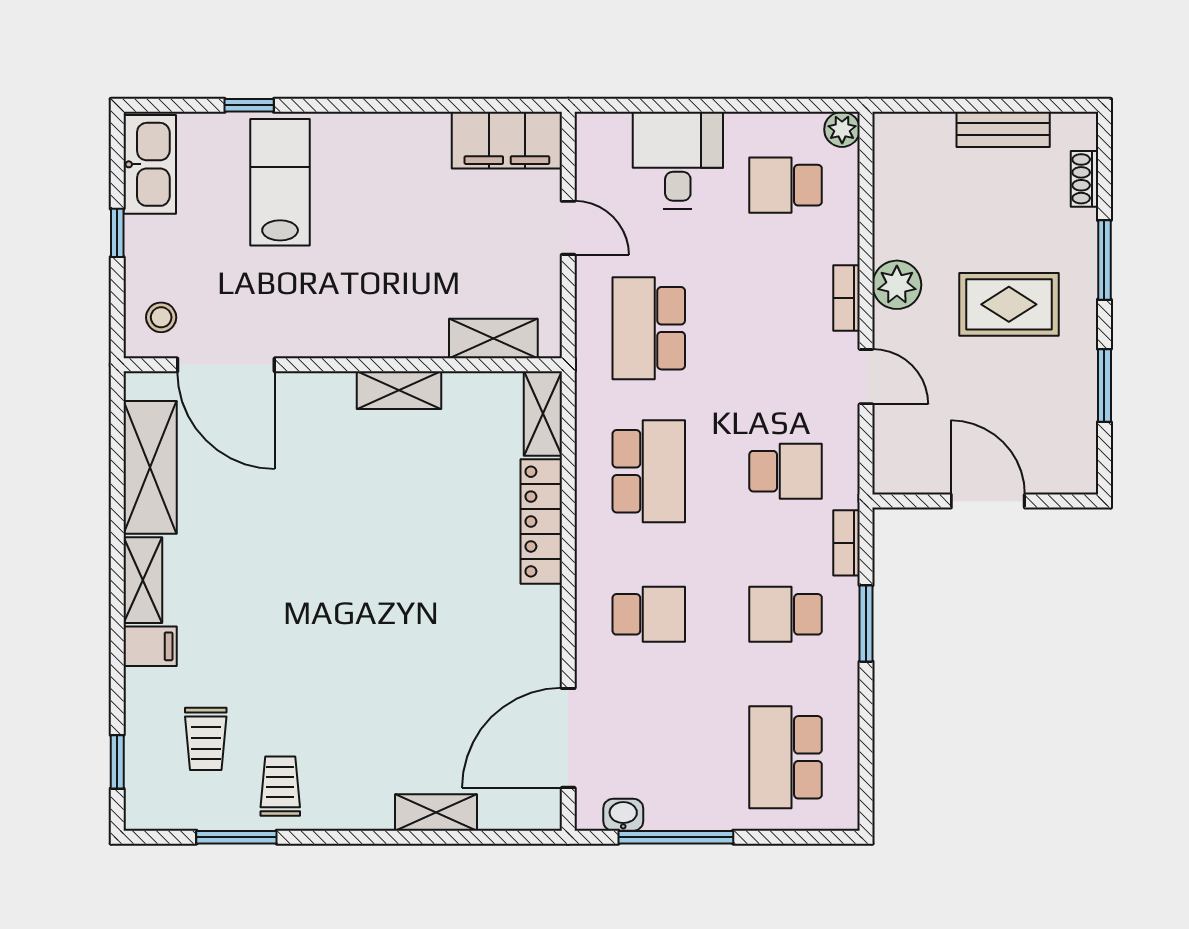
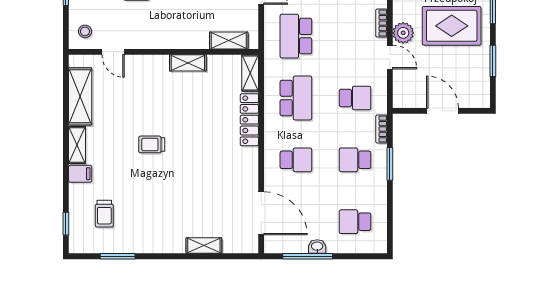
plant: (897, 285) -> (403, 33), moved
rug: (1009, 304) -> (452, 26), width x1.36, depth x1.43
door: (226, 365) -> (113, 52), width x0.53
door: (568, 738) -> (261, 213), swing flipped
school desk: (786, 757) -> (355, 222), width x0.54
trolley: (280, 786) -> (152, 144), moved, turned -90
washbasin: (623, 815) -> (317, 247), moved

